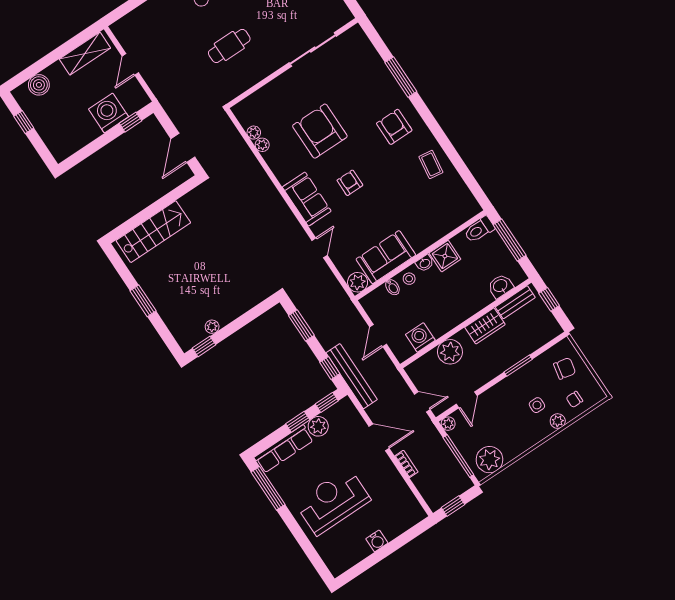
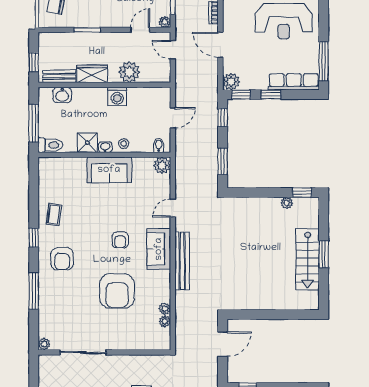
plant: (356, 32) -> (44, 344), added
window: (435, 129) -> (34, 238), added
stairs: (153, 232) -> (308, 259), moved, turned -90
sofa: (386, 257) -> (109, 170), moved
bidet: (392, 287) -> (159, 145), moved
washing machine: (420, 337) -> (117, 96), moved
bench: (352, 376) -> (182, 261), moved
plant: (318, 426) -> (231, 82), moved

